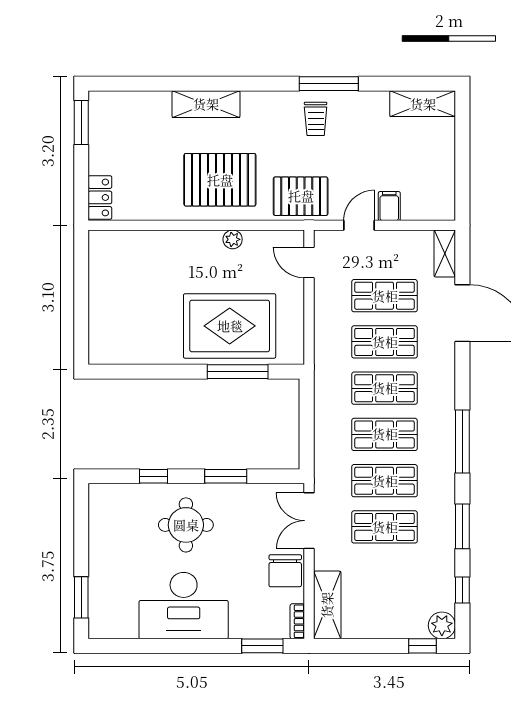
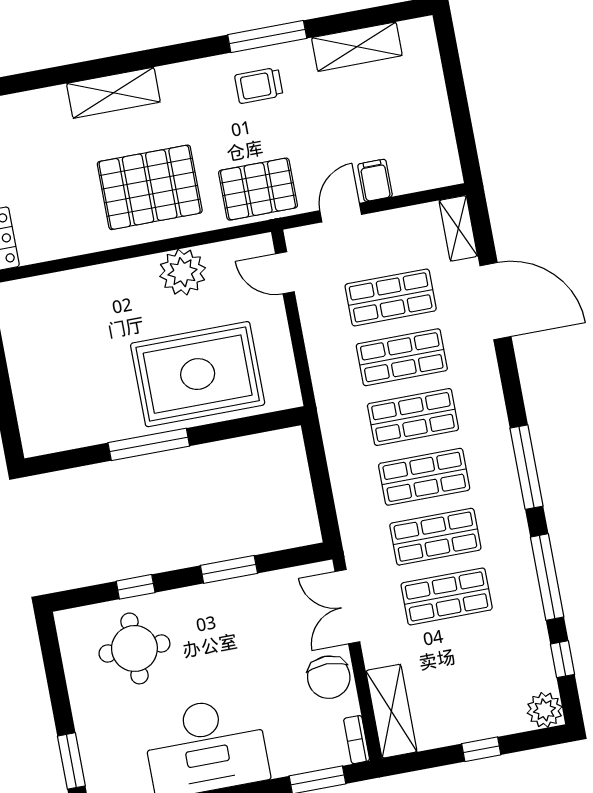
shelving: (423, 104) -> (357, 47), moved
trolley: (316, 119) -> (259, 85), turned 90
plant: (233, 239) -> (183, 272), width x1.87, depth x1.87
window: (238, 372) -> (149, 444), moved
round table: (186, 525) -> (134, 648), moved
window: (462, 526) -> (547, 577), width x1.44
window: (423, 646) -> (481, 749), moved

